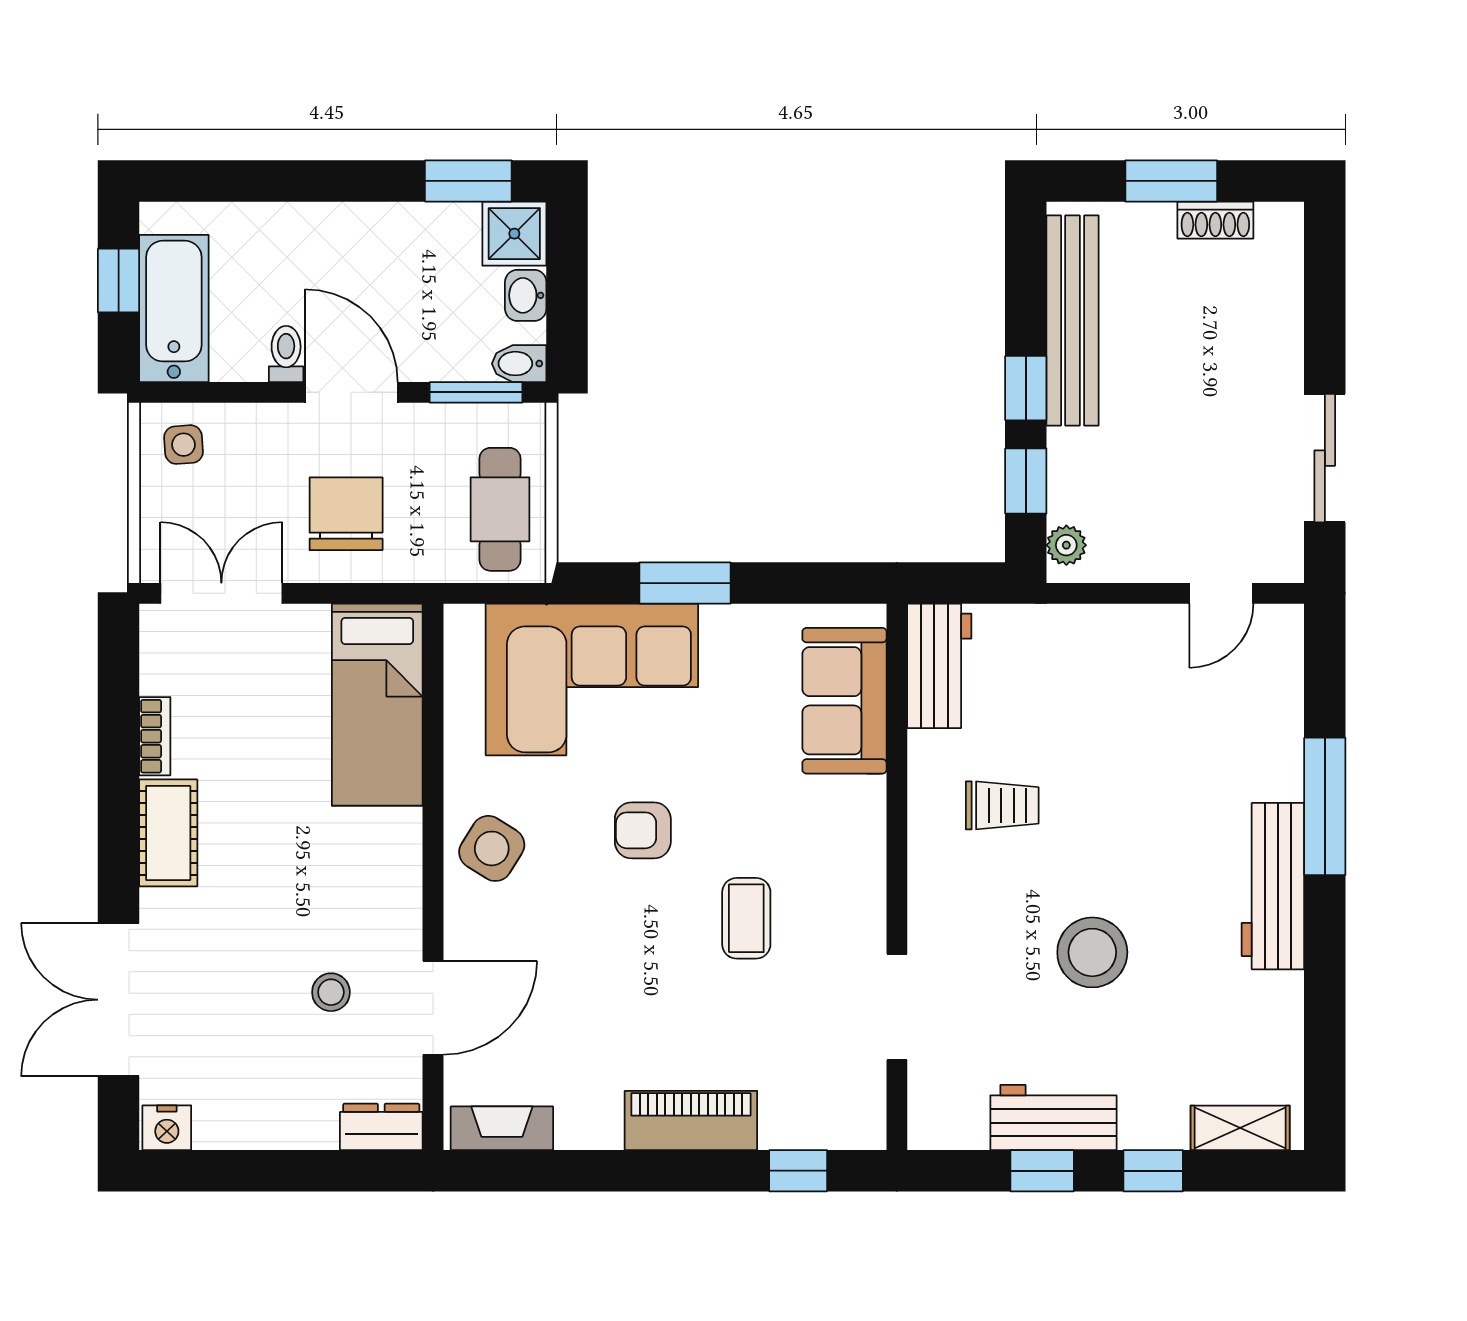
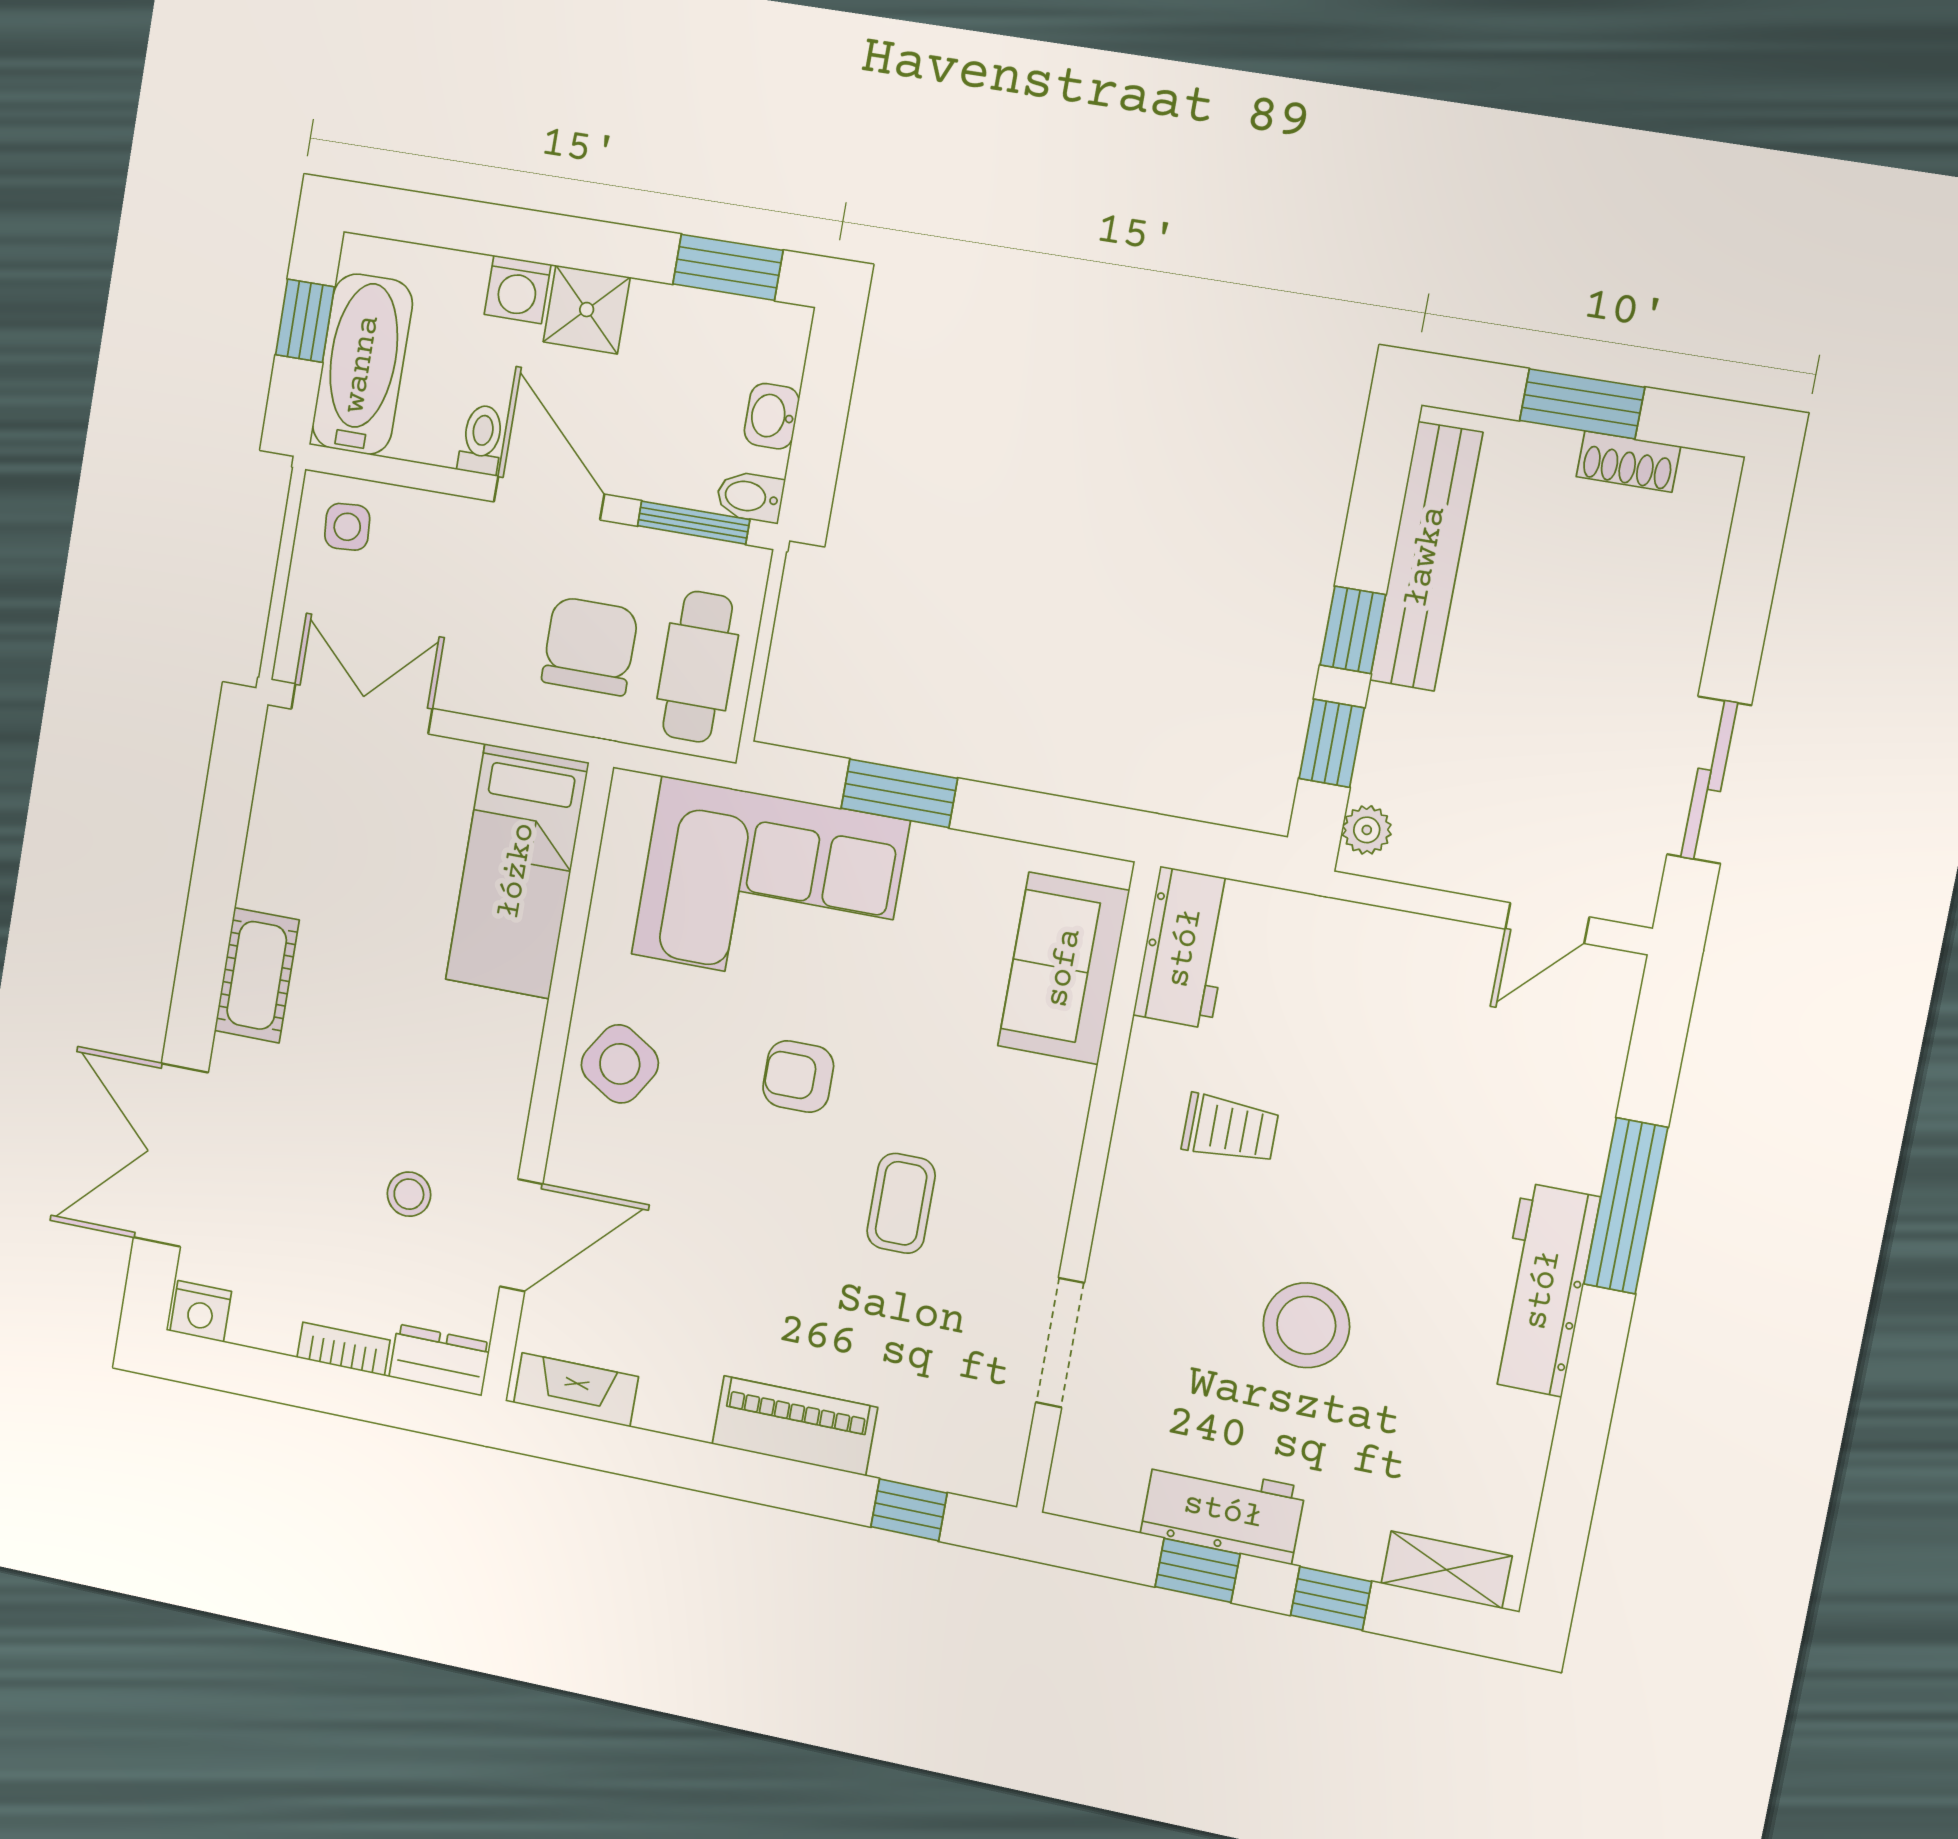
washing machine: (296, 226) -> (518, 289), added
shower: (514, 234) -> (587, 310), moved
chair: (346, 514) -> (590, 646), moved
bookcase: (155, 736) -> (343, 1349), moved, turned -90

